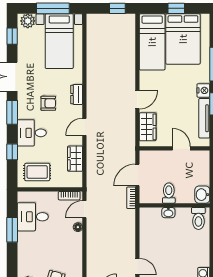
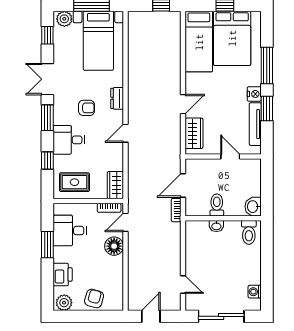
wardrobe: (75, 159) -> (115, 185), moved
floor lamp: (78, 227) -> (114, 246), width x1.89, depth x1.89
printer: (26, 257) -> (63, 274), added

